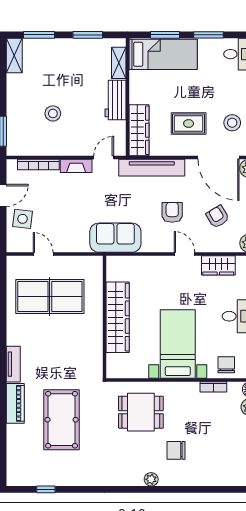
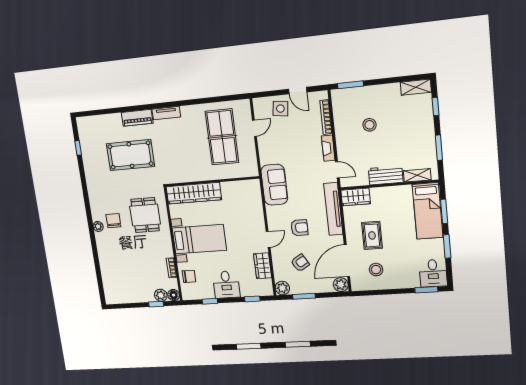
window: (39, 35) -> (435, 106), width x0.67
wardrobe: (139, 130) -> (356, 197), width x0.67
wardrobe: (118, 317) -> (194, 193), moved
chair: (176, 450) -> (113, 221), moved

